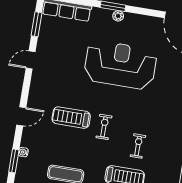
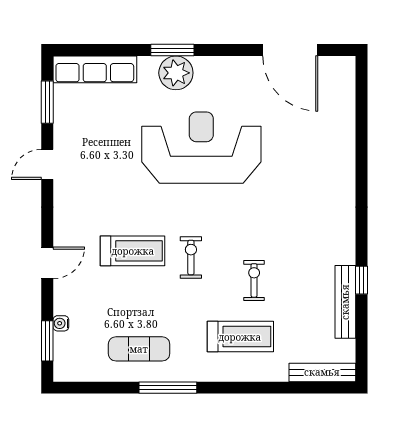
plant: (118, 16) -> (176, 73), width x1.87, depth x1.87
treadmill: (71, 118) -> (133, 251), turned 180

